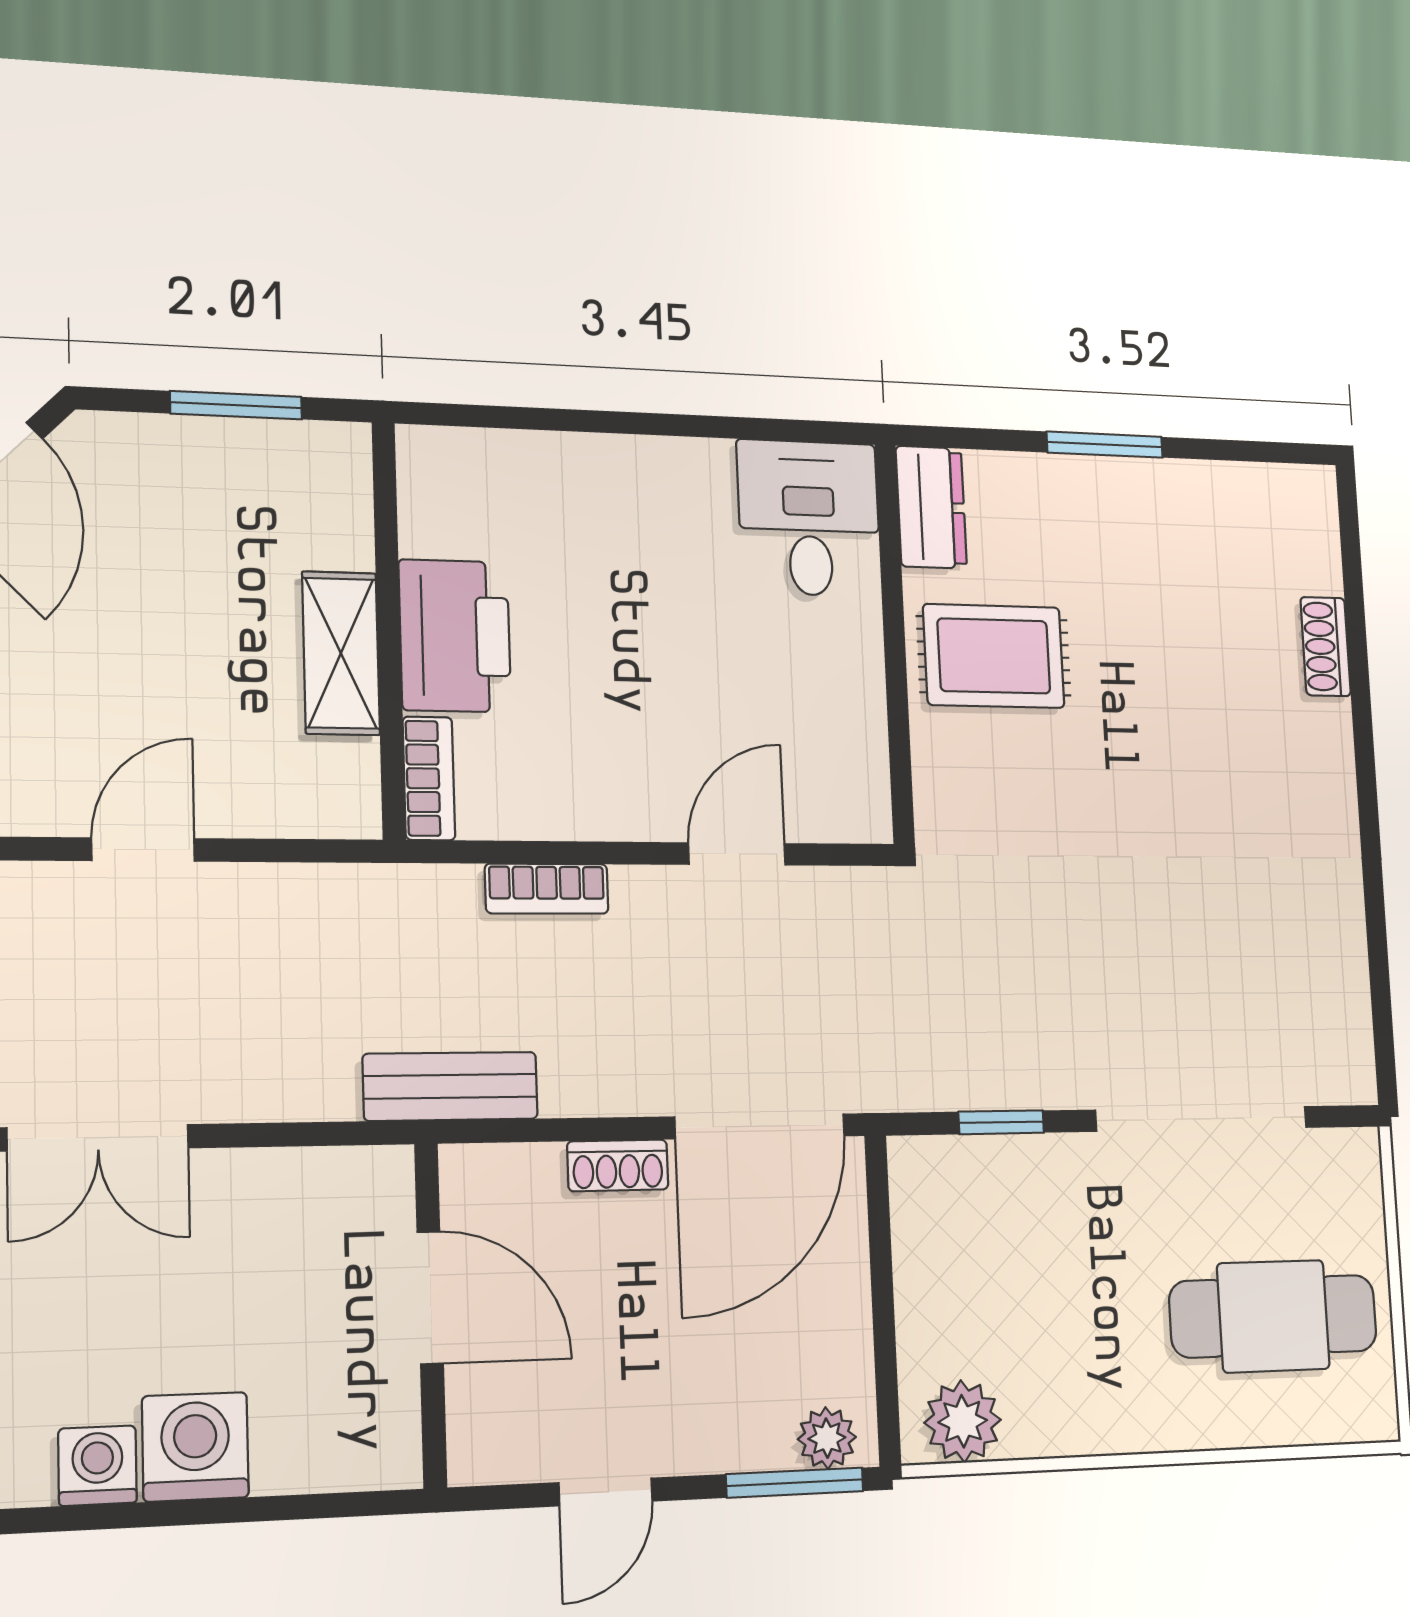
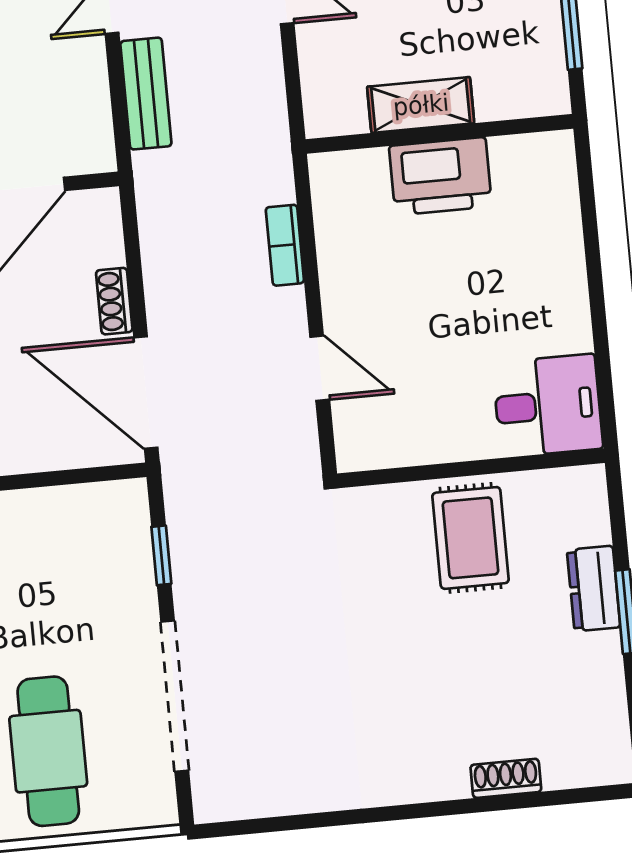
dresser: (931, 507) -> (594, 589), moved, turned 90
bookcase: (429, 778) -> (347, 166), removed
bench: (450, 1086) -> (146, 94), moved

